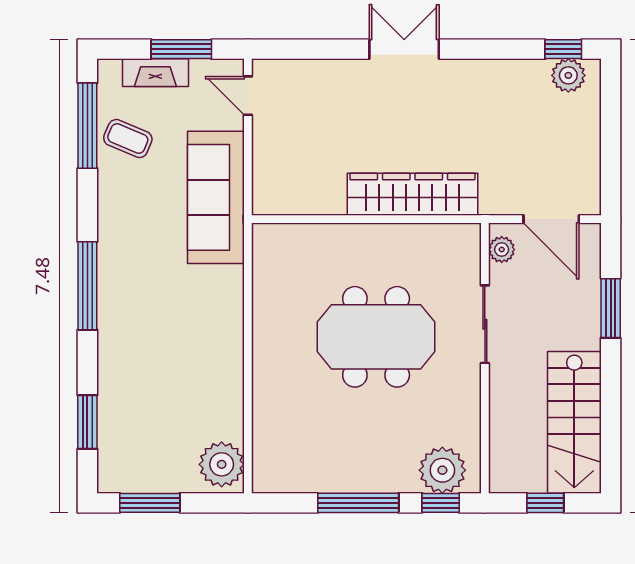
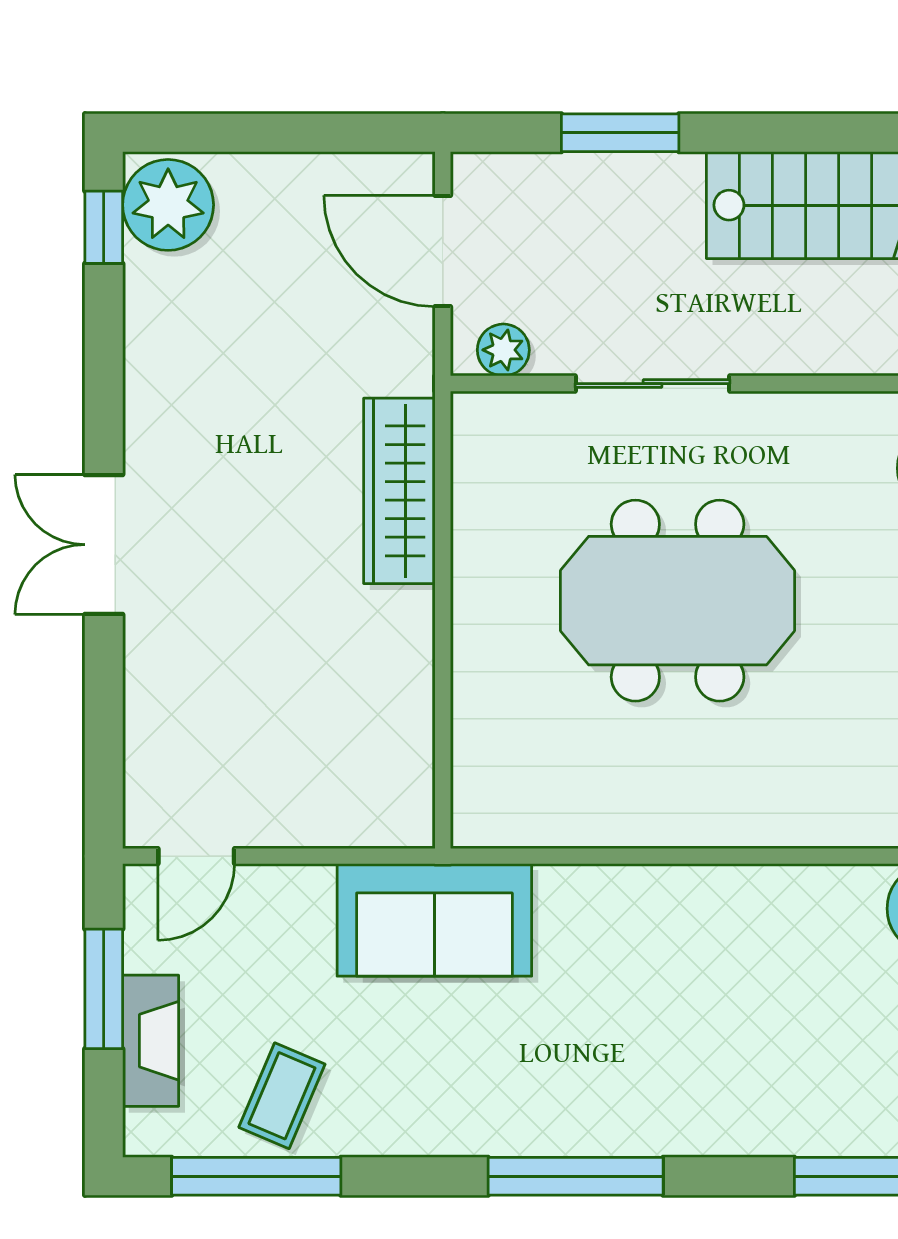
plant: (568, 75) -> (168, 205), width x1.36, depth x1.36
wardrobe: (412, 194) -> (399, 491), width x0.71, depth x0.85
sofa: (216, 197) -> (434, 920), width x0.73
door: (551, 219) -> (443, 251), swing flipped
meeting table: (376, 337) -> (678, 601), turned 90

